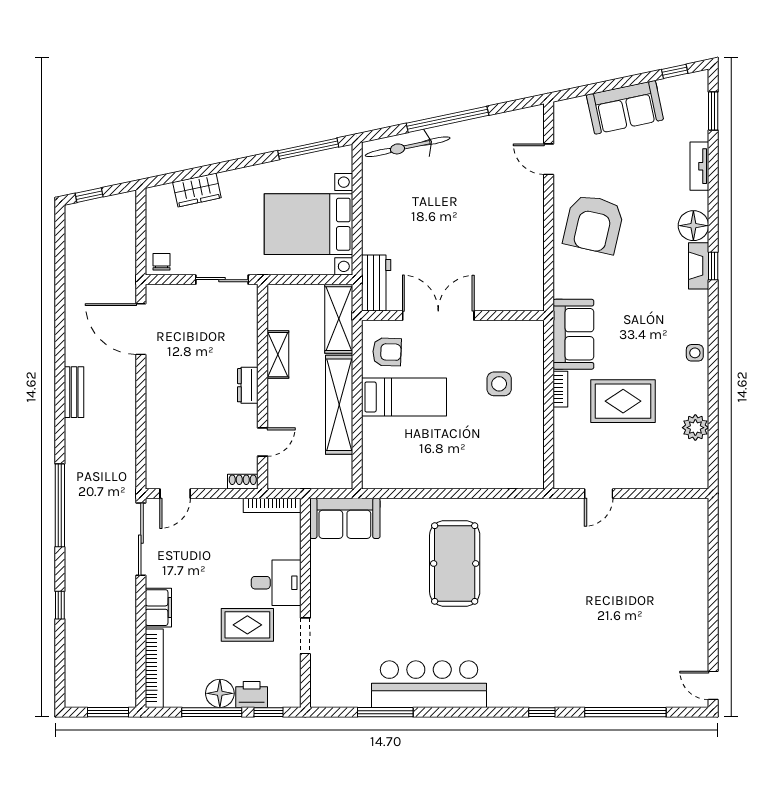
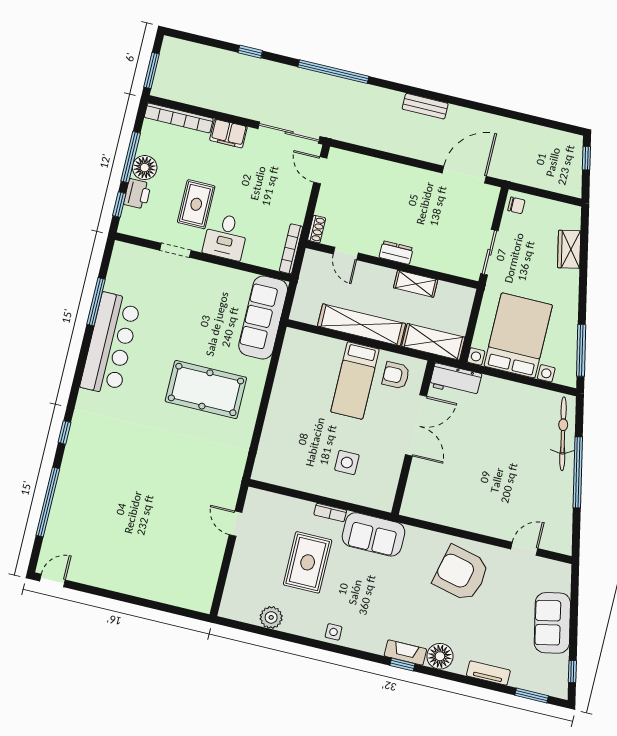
armchair: (387, 352) -> (396, 375), turned 88
sofa: (345, 518) -> (263, 317), width x1.36

